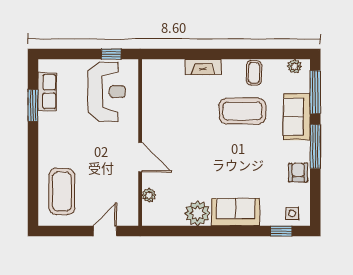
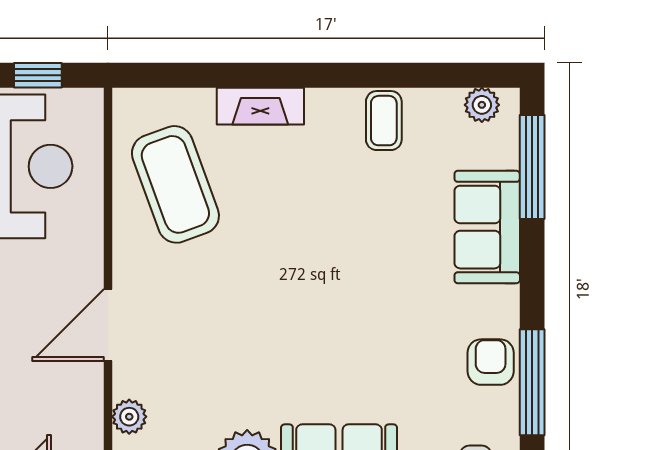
coffee table: (242, 111) -> (175, 184), moved, turned 70
window: (315, 146) -> (532, 382), moved
door: (140, 157) -> (108, 325), swing flipped

